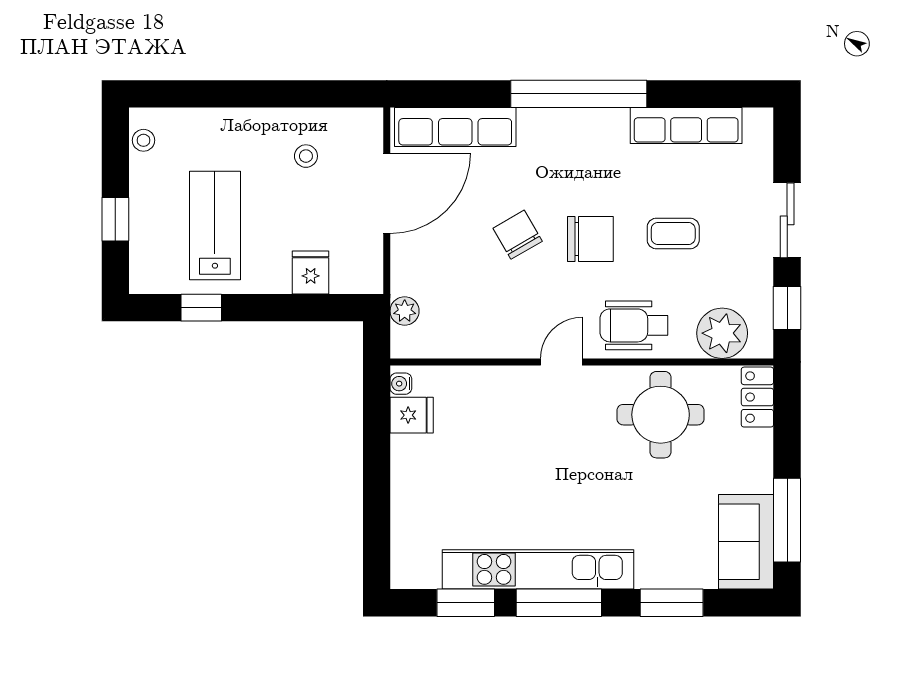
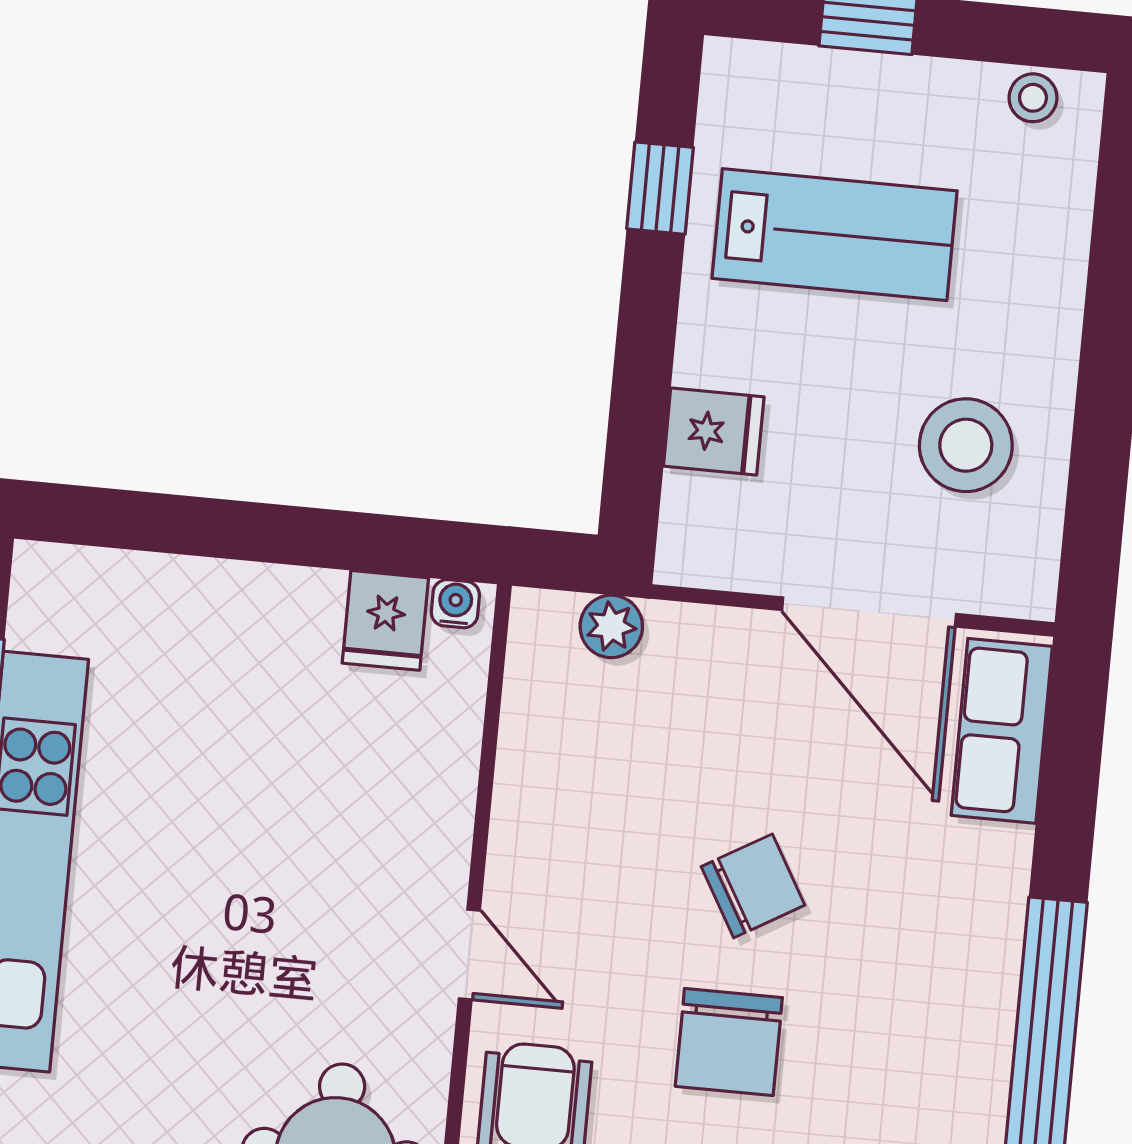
row of seats: (455, 127) -> (1002, 731), width x0.68
stool: (306, 156) -> (966, 445), width x1.89, depth x1.89

